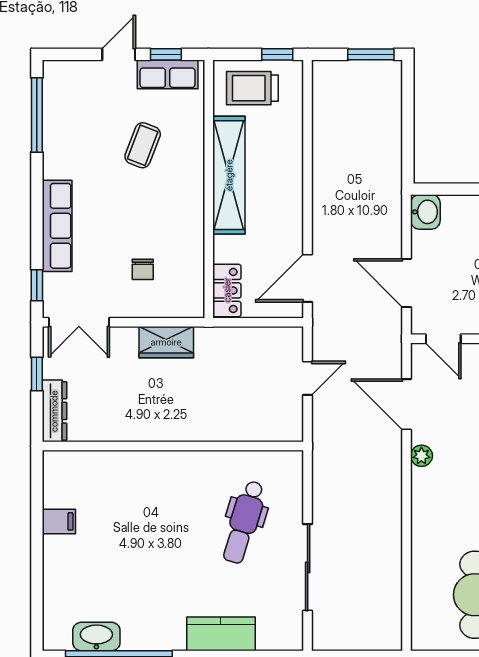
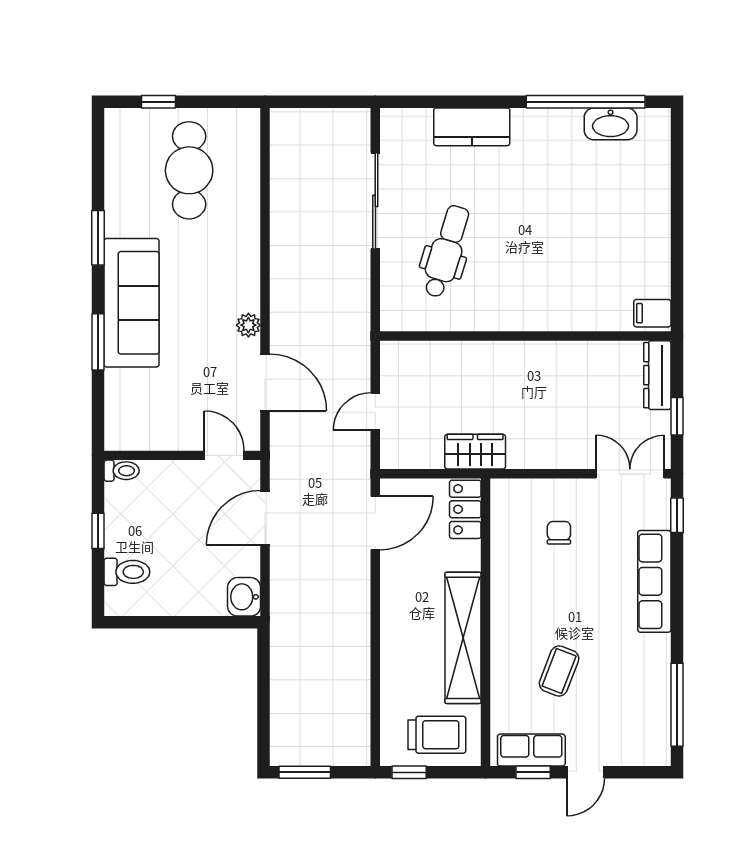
door: (407, 283) -> (265, 518), swing flipped
wardrobe: (166, 342) -> (475, 452), moved
filing cabinet: (59, 521) -> (652, 313), moved

